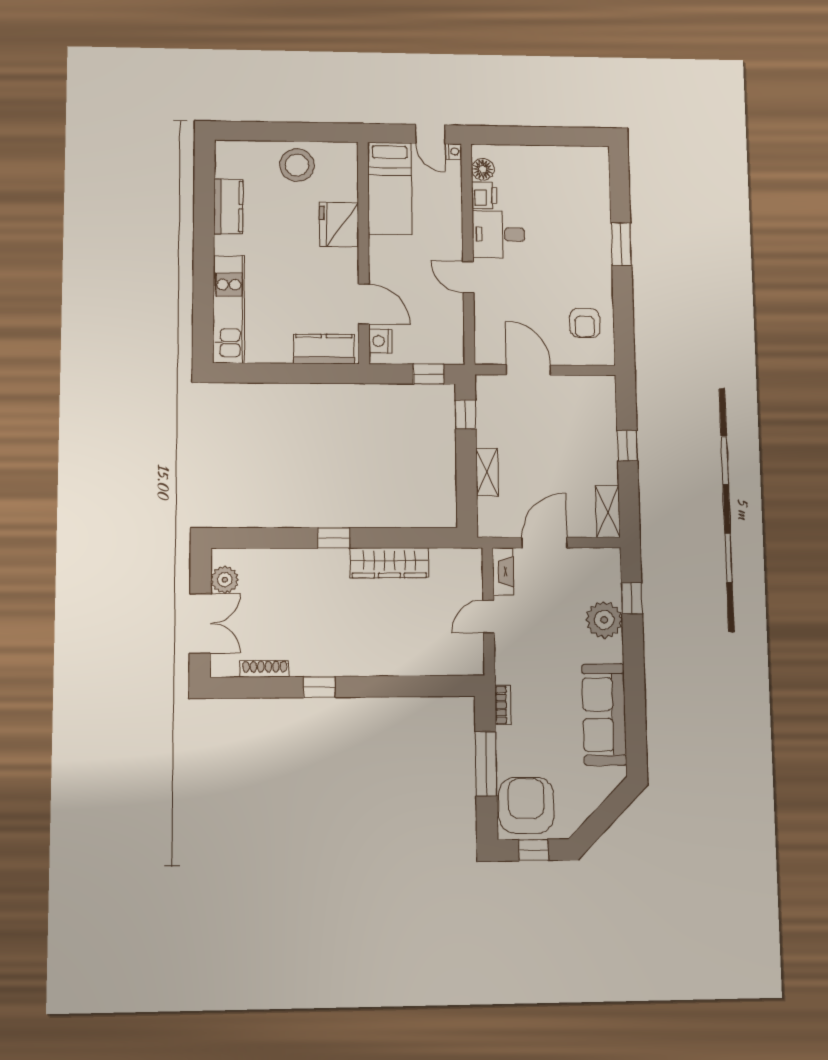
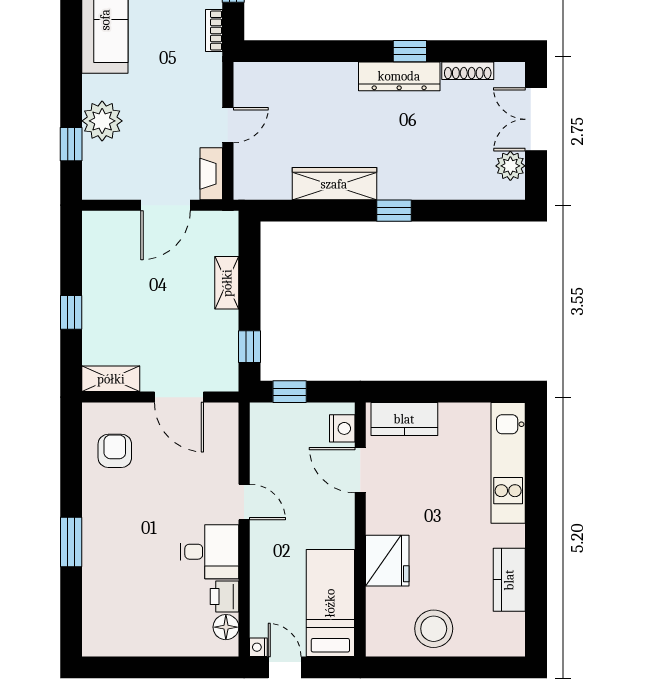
shelving: (608, 511) -> (111, 379), moved, turned 90
dresser: (329, 663) -> (399, 76), added

